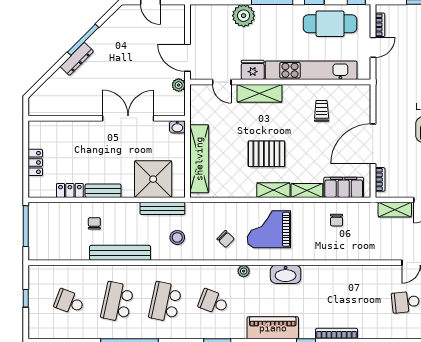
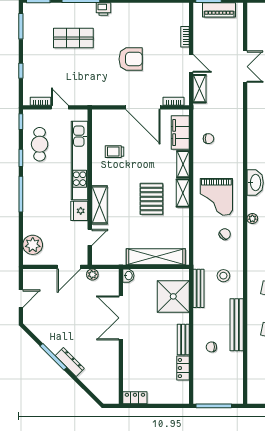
plant: (244, 16) -> (33, 245), moved
cafe table: (330, 24) -> (40, 144), width x0.73, depth x0.74
locker: (35, 162) -> (135, 398), moved

